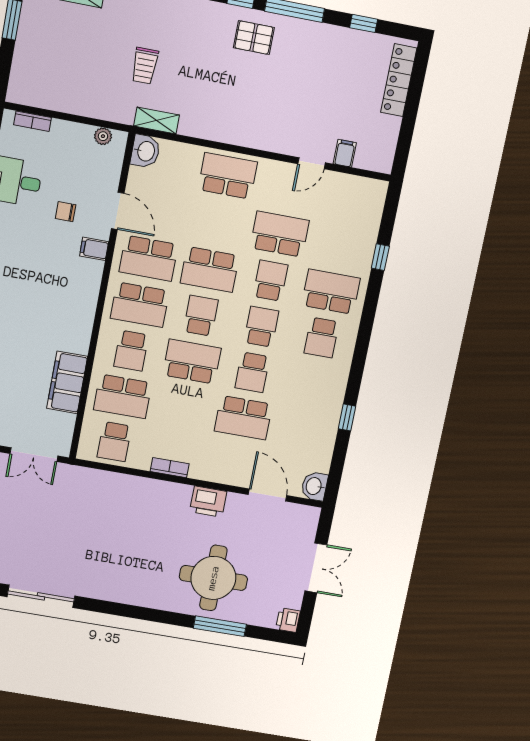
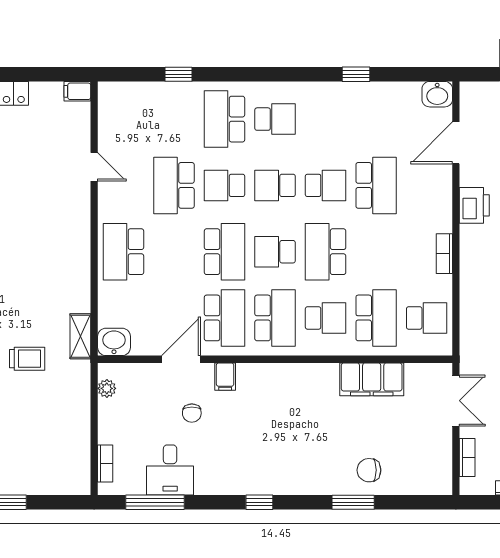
filing cabinet: (345, 153) -> (77, 91), moved

